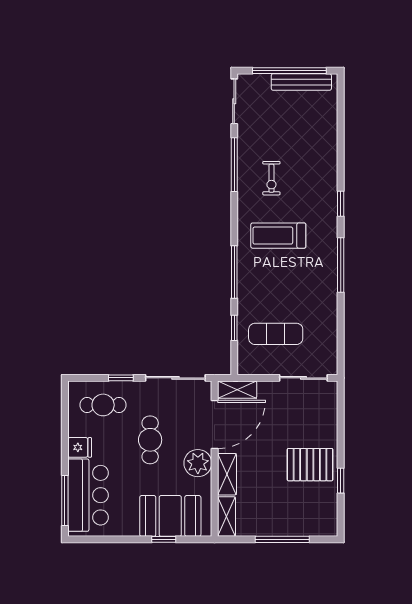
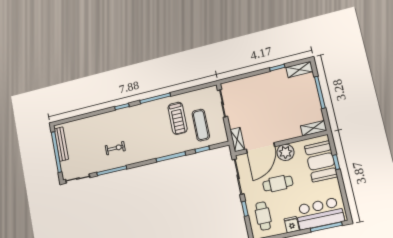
treadmill: (278, 236) -> (178, 118), moved
door: (215, 425) -> (260, 148), swing flipped
pallet: (310, 465) -> (272, 87), removed
shelving: (227, 474) -> (299, 69), moved

